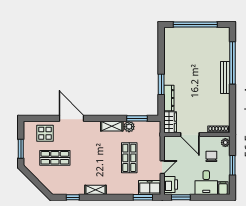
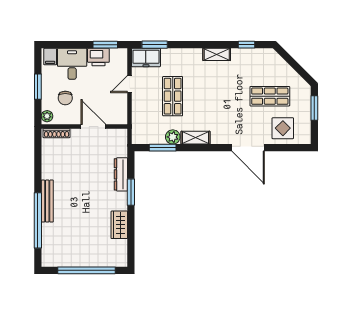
wardrobe: (170, 122) -> (119, 225), moved
printer: (171, 184) -> (98, 57), moved, turned -90

